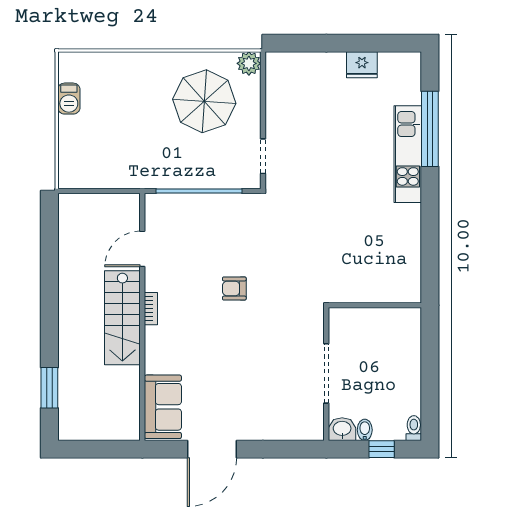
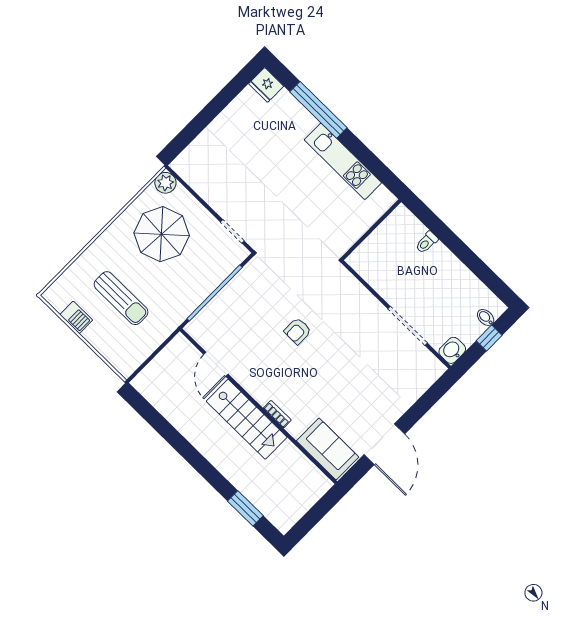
fridge: (362, 65) -> (266, 85), moved, turned 90
sun lounger: (120, 120) -> (121, 298), added
kitchen unit: (408, 154) -> (343, 161), moved
wall: (375, 305) -> (371, 230), moved
bookcase: (151, 309) -> (277, 414), moved
toilet: (414, 428) -> (427, 242), moved, turned -90
bidet: (365, 430) -> (486, 317), moved

